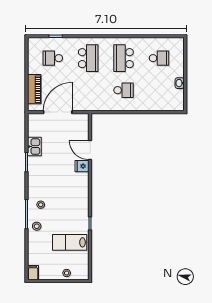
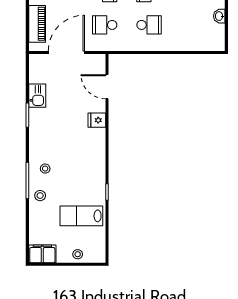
school desk: (88, 90) -> (105, 25), added
door: (90, 150) -> (107, 87), moved
filing cabinet: (33, 273) -> (42, 254), width x2.00

